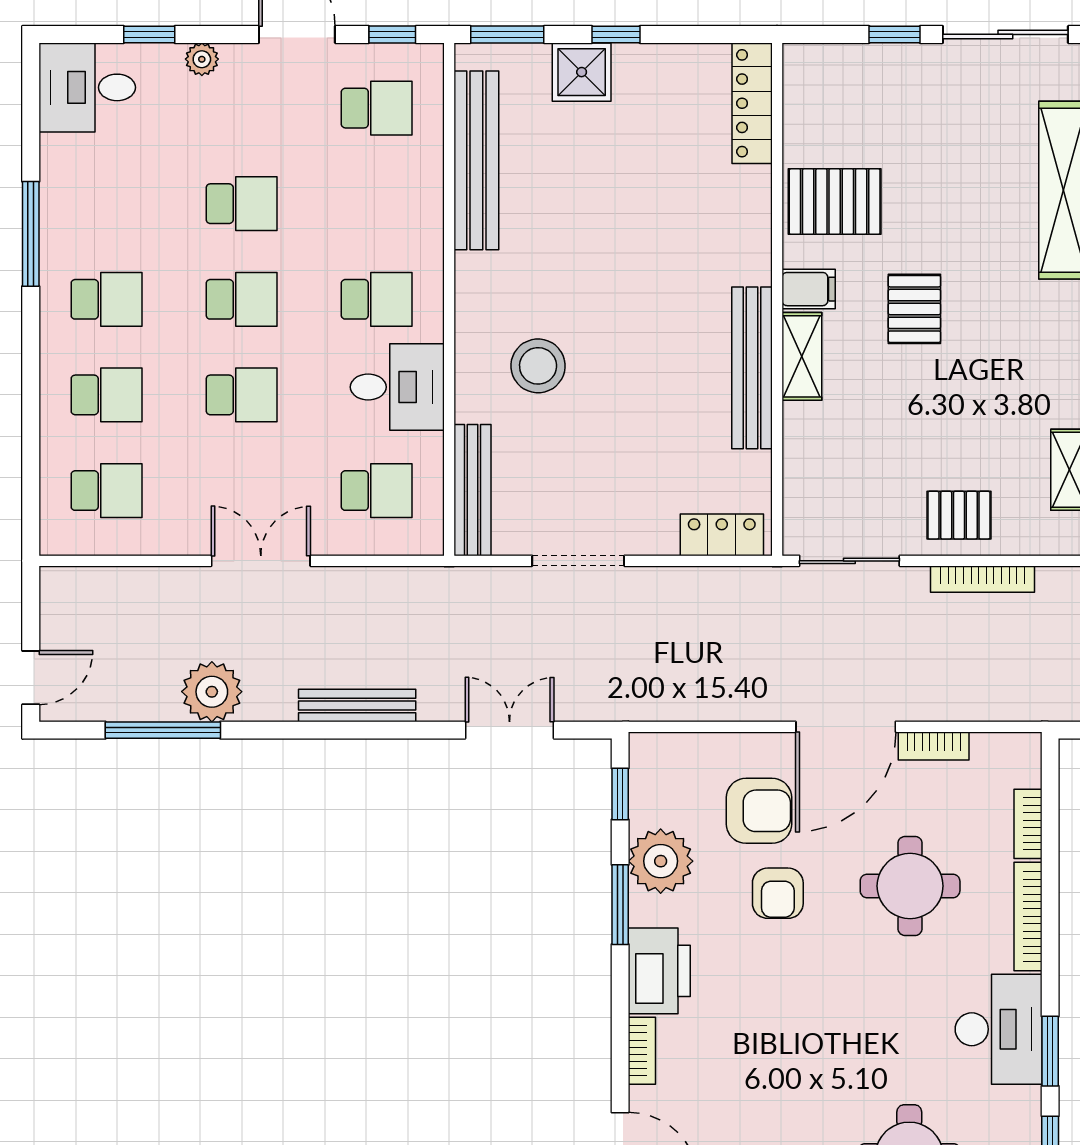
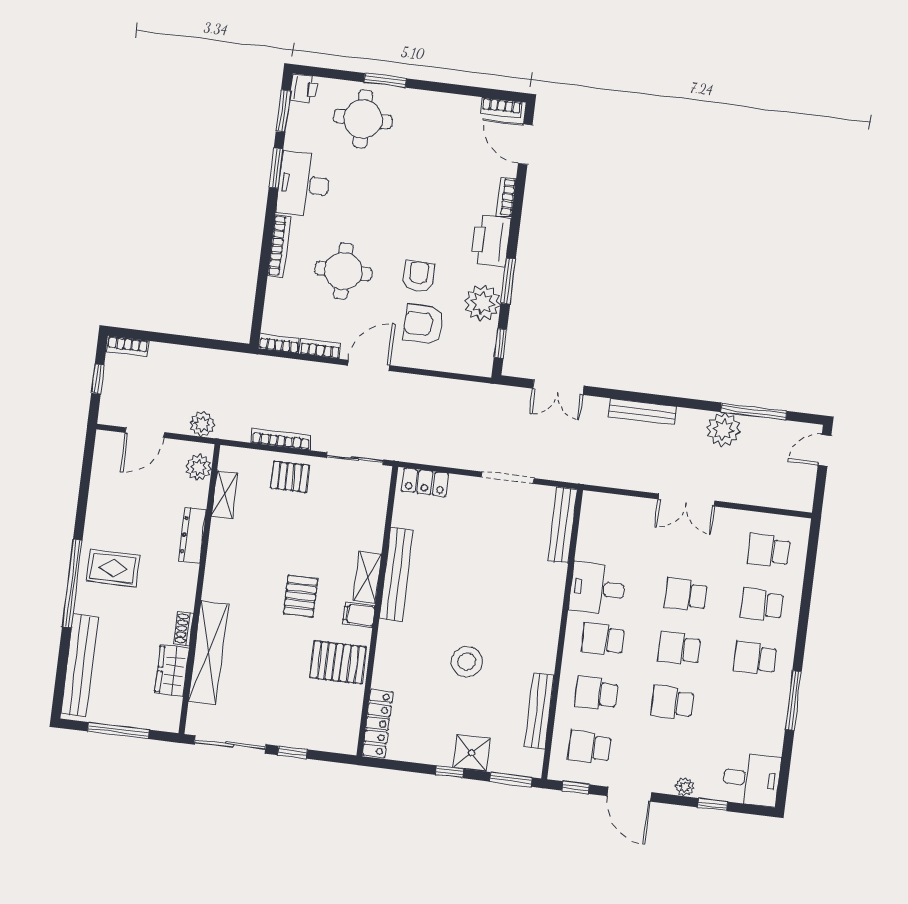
bench: (476, 160) -> (539, 711), width x0.73, depth x0.82
stool: (538, 366) -> (467, 662), moved
school desk: (377, 491) -> (596, 693), moved
door: (846, 727) -> (369, 365), width x0.73
bookcase: (1028, 824) -> (279, 343), moved, turned -90

